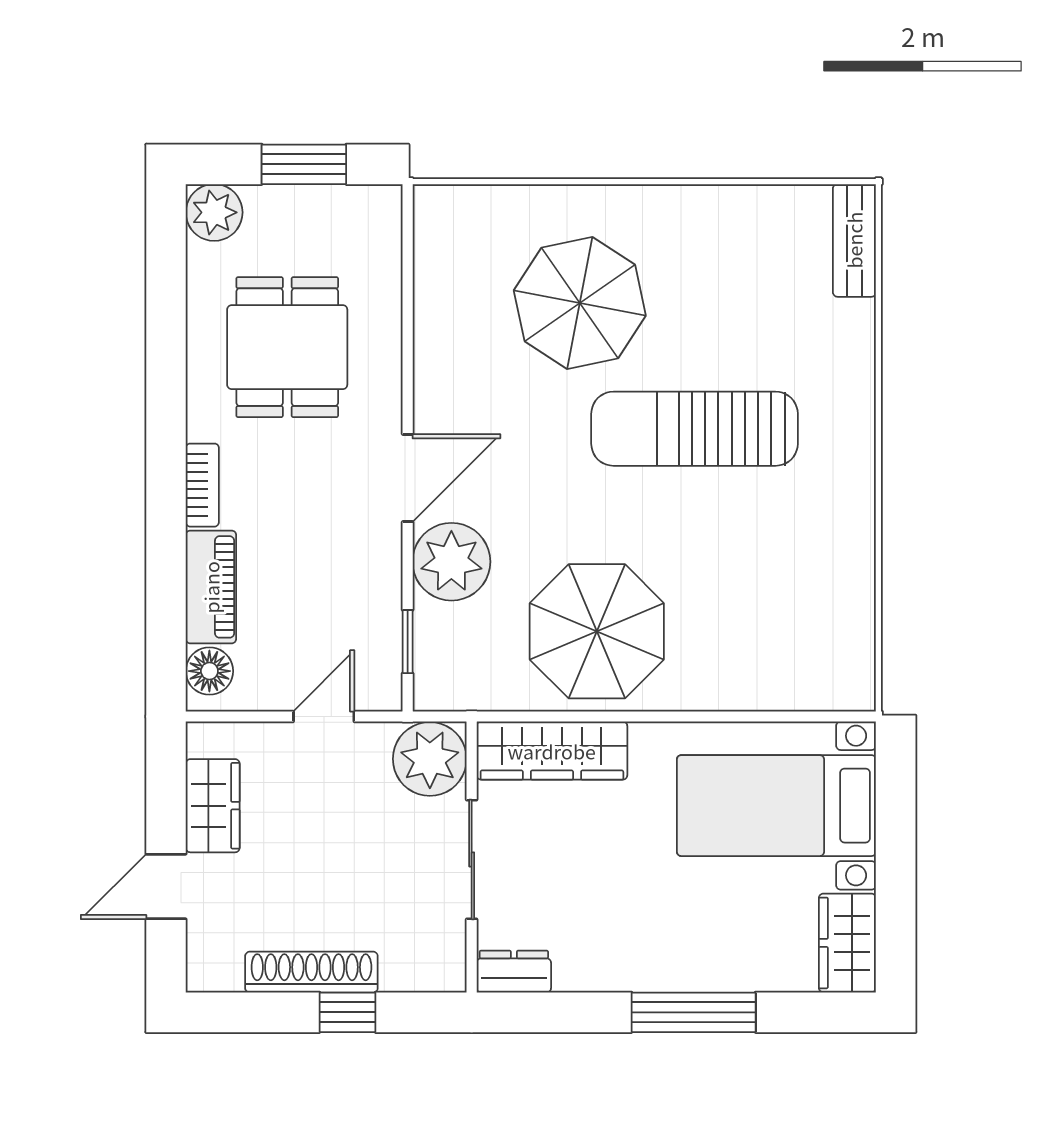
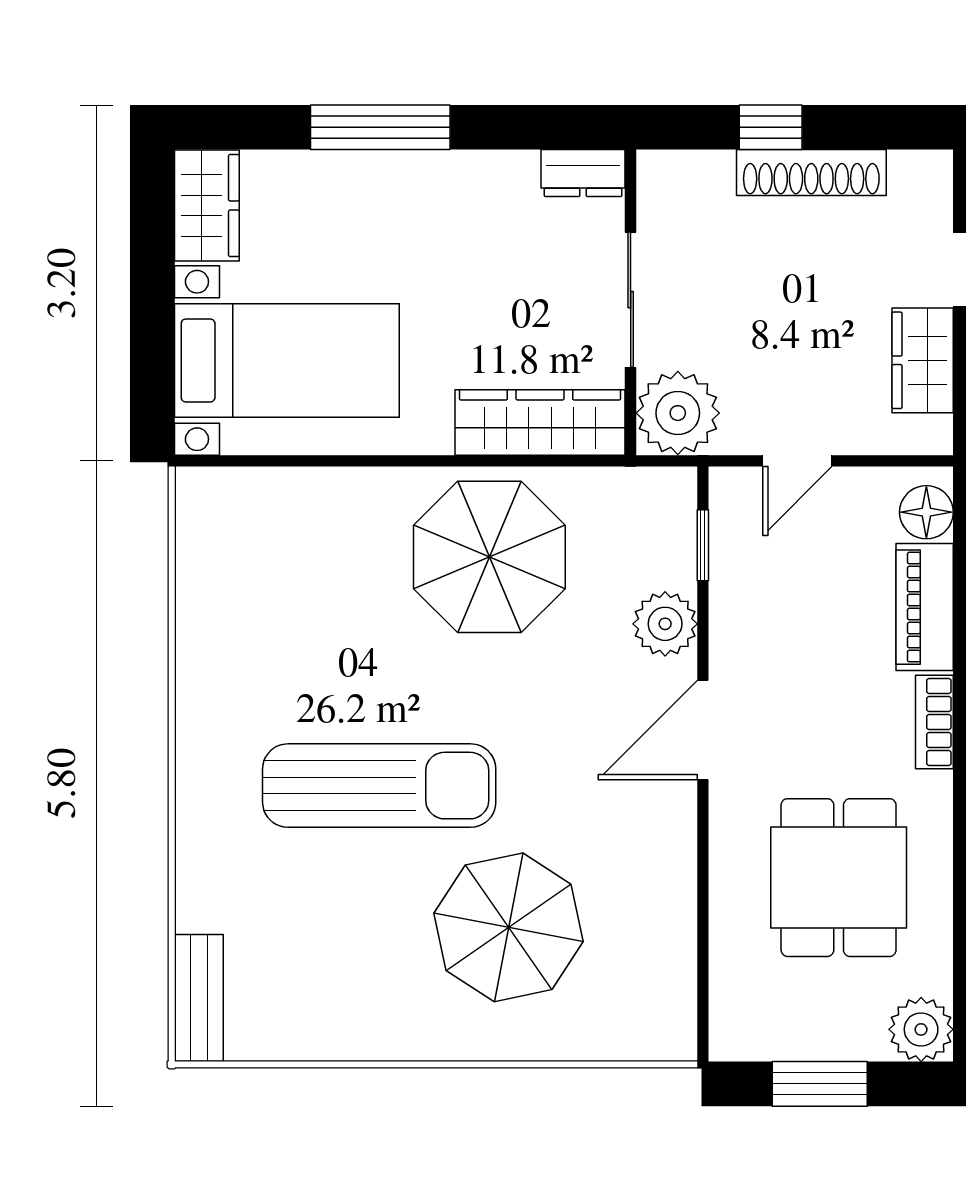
plant: (451, 562) -> (665, 624), width x0.73, depth x0.73

